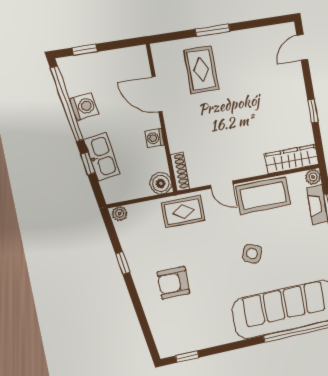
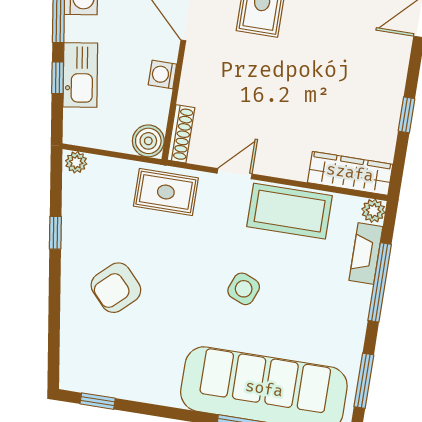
door: (222, 185) -> (235, 174), swing flipped
armchair: (173, 283) -> (116, 288), turned -43

